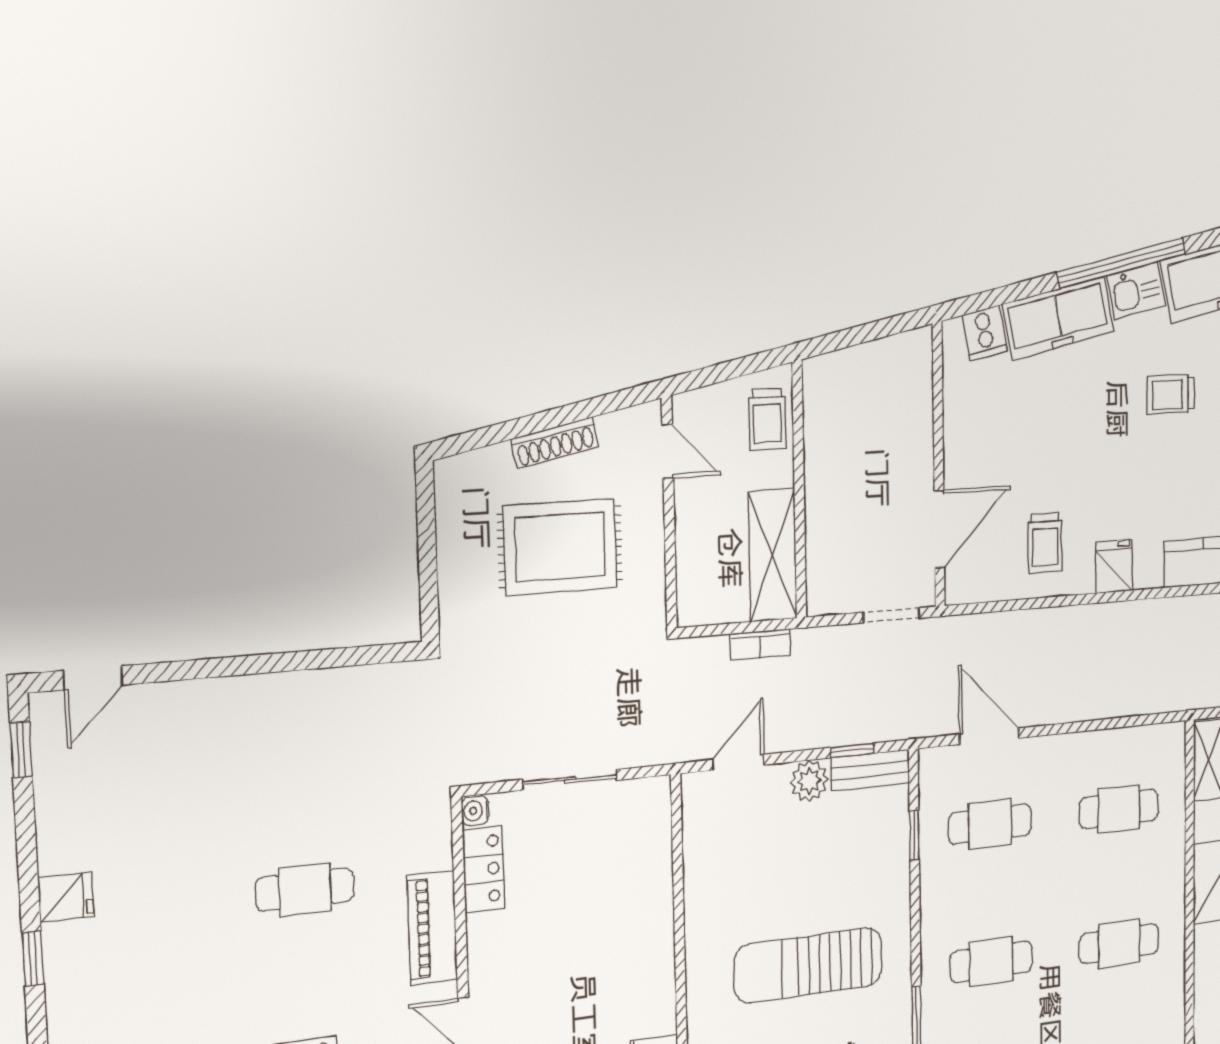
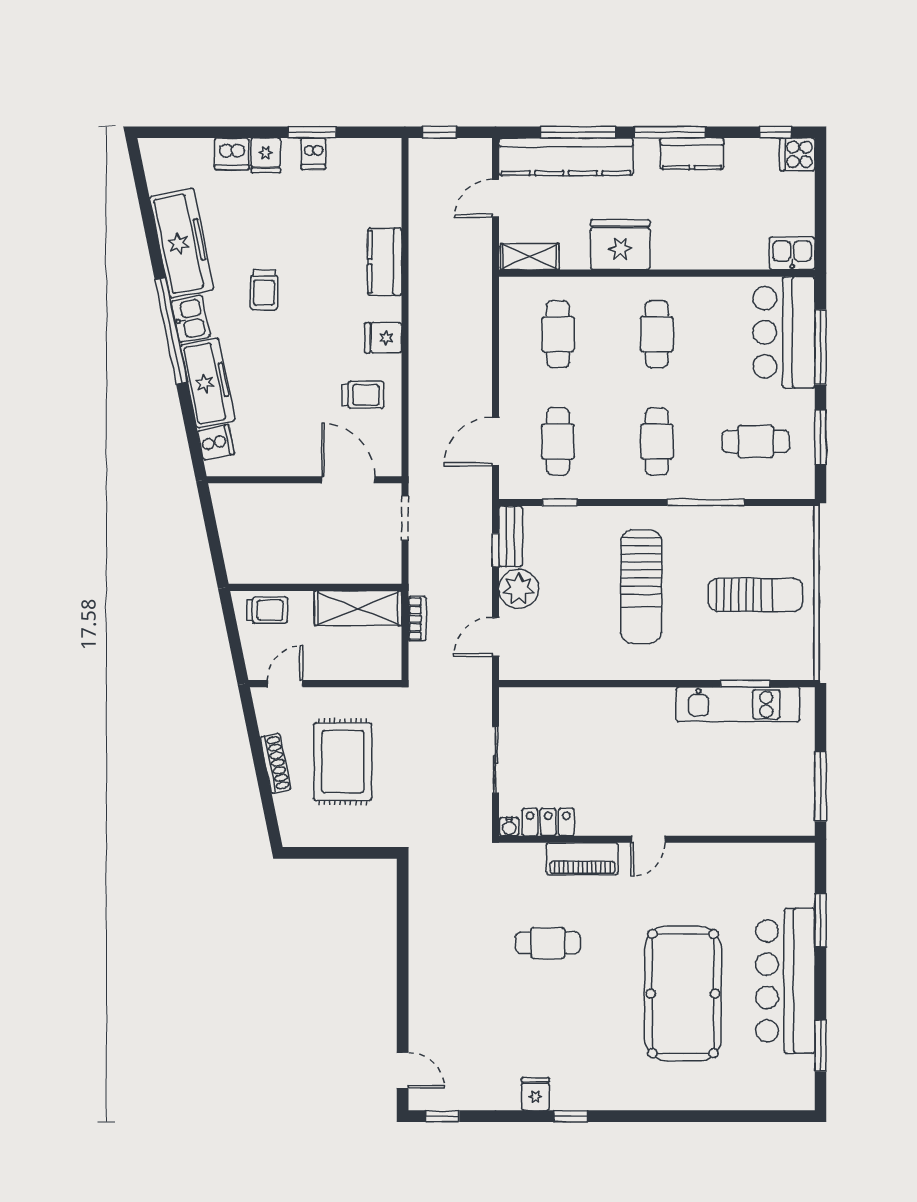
door: (738, 762) -> (496, 637), hinge flipped
plant: (809, 781) -> (519, 589), width x1.36, depth x1.36
cafe table: (305, 890) -> (548, 943), turned 90

